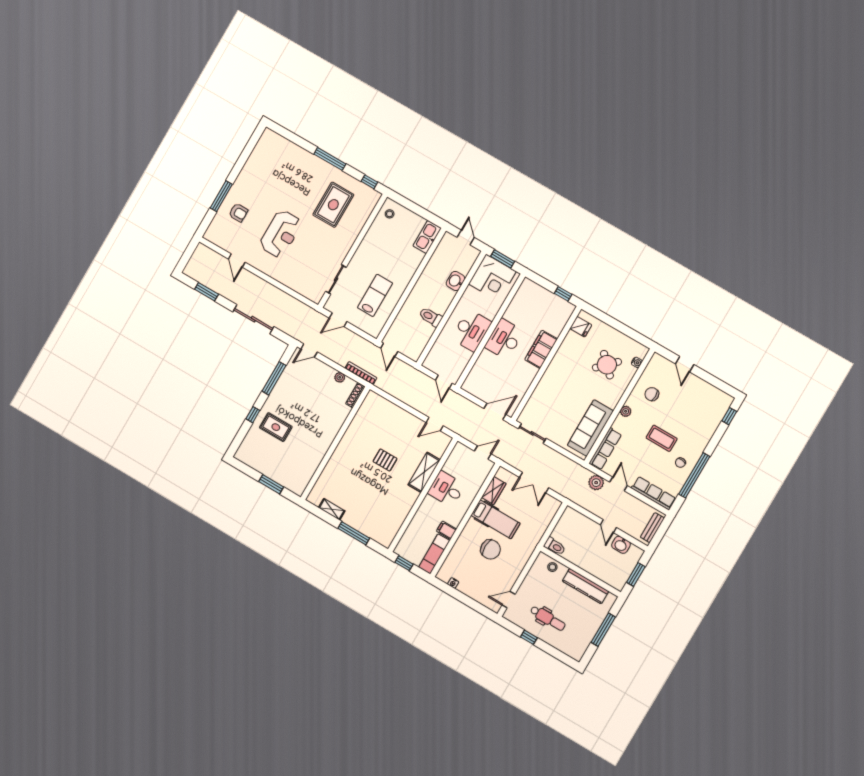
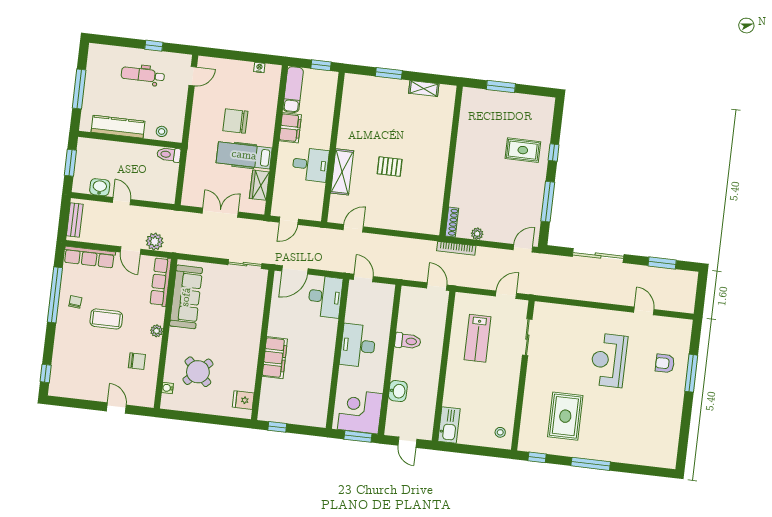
desk: (504, 339) -> (325, 297), moved
filing cabinet: (446, 530) -> (290, 128), width x2.00
window: (354, 533) -> (389, 73), width x0.69

